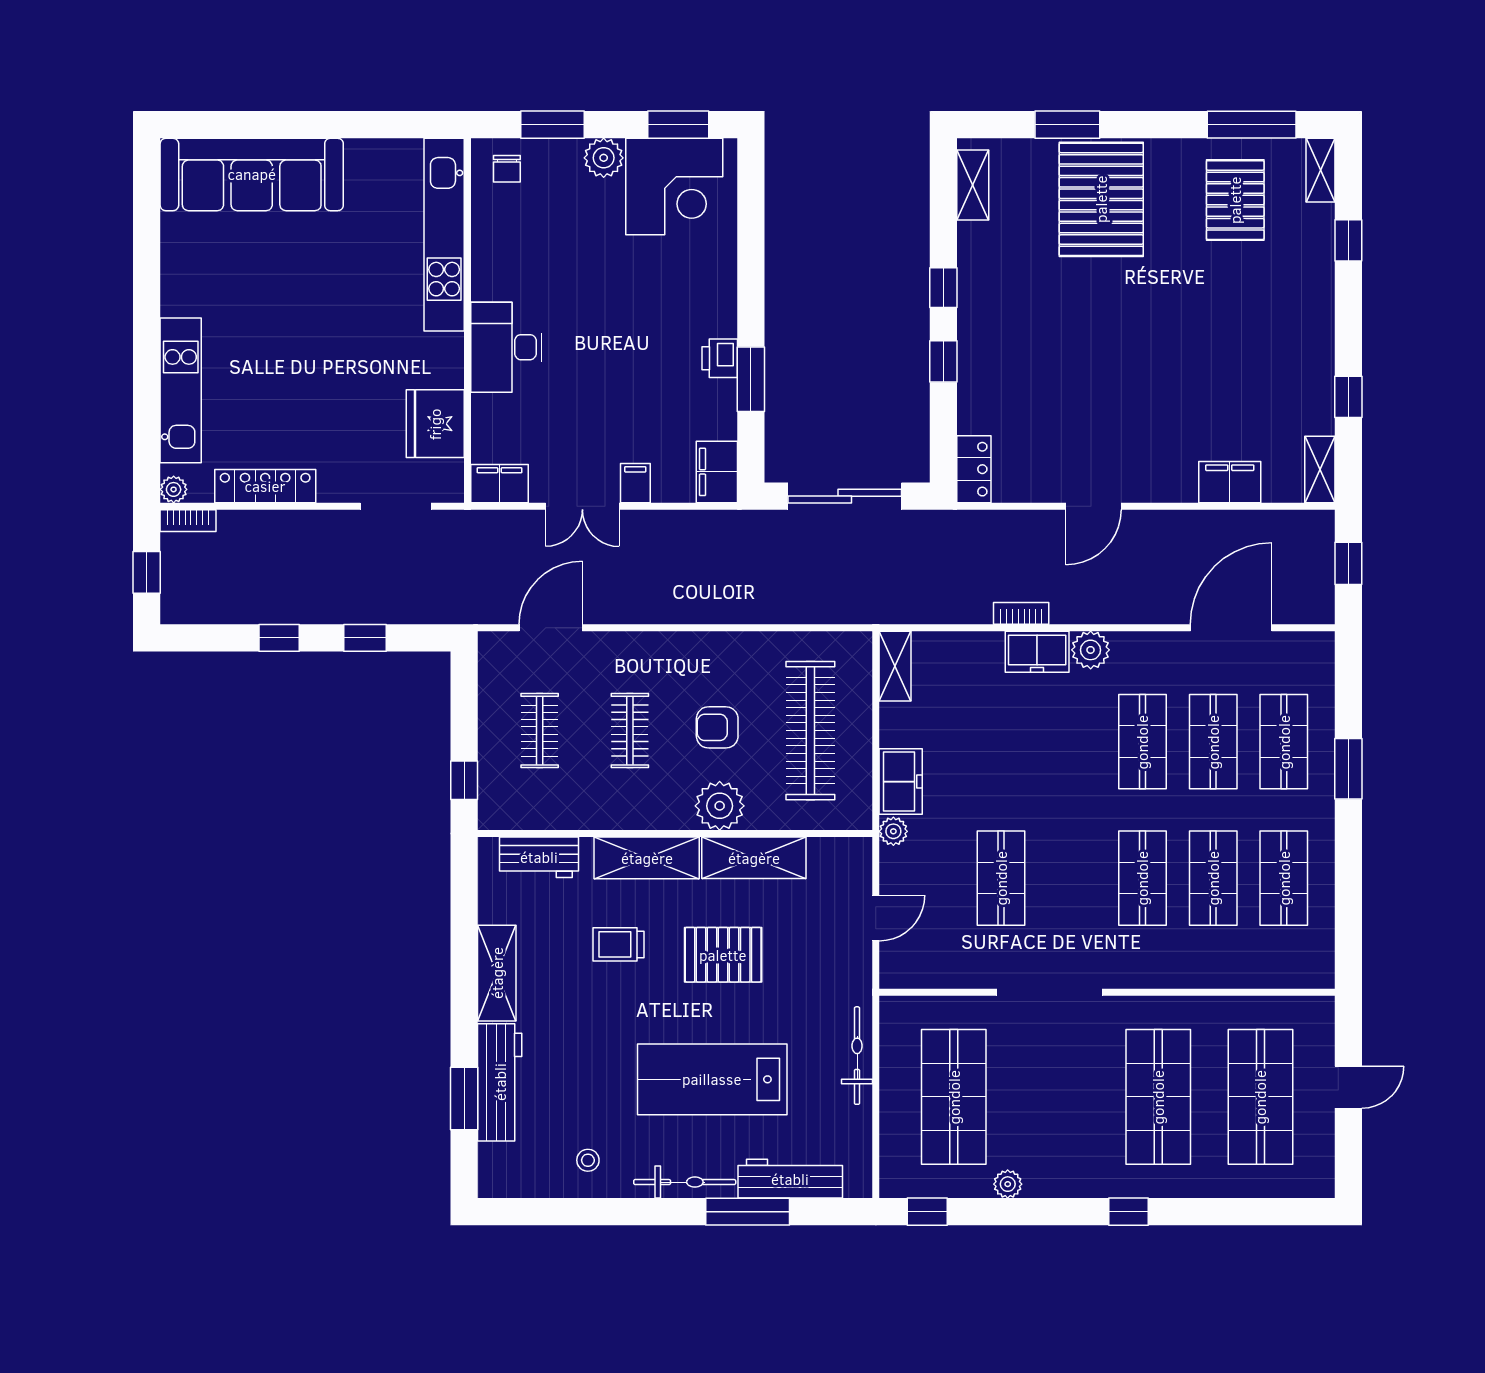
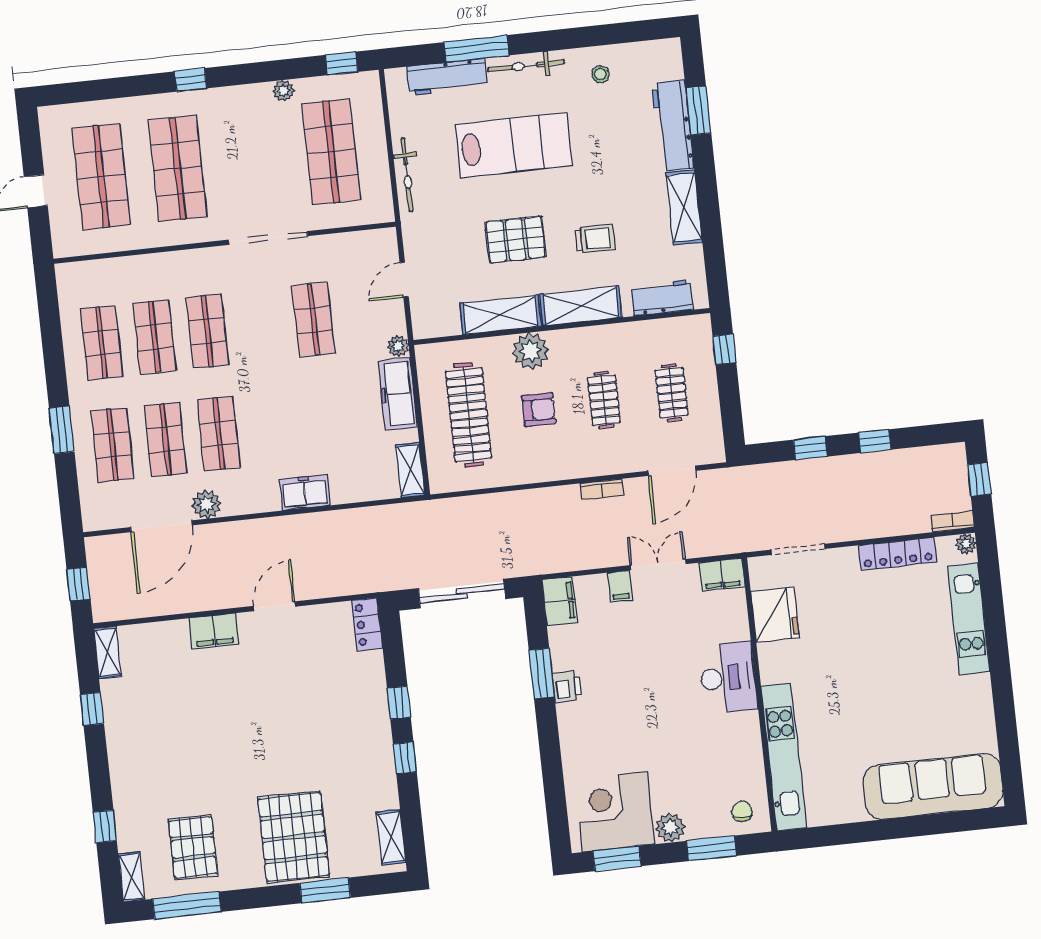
filing cabinet: (1230, 482) -> (214, 631), moved
bookcase: (1021, 613) -> (602, 489), moved
plant: (1091, 650) -> (206, 504), moved
freezer: (901, 782) -> (398, 394), width x1.40

